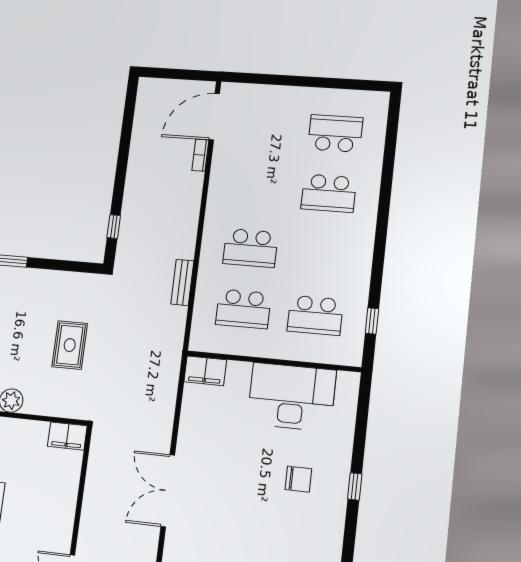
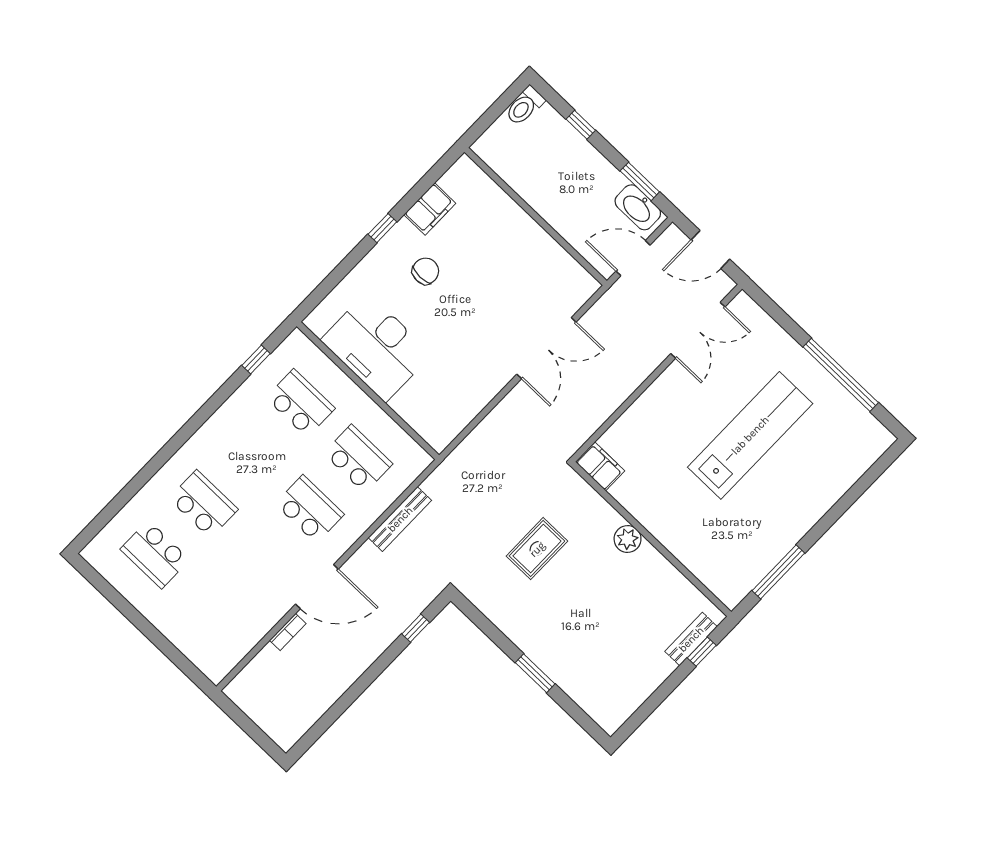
door: (214, 117) -> (317, 587), moved
bench: (182, 282) -> (400, 519), width x1.36
filing cabinet: (205, 371) -> (430, 209), moved, turned 90
chair: (298, 479) -> (426, 271), turned 90

